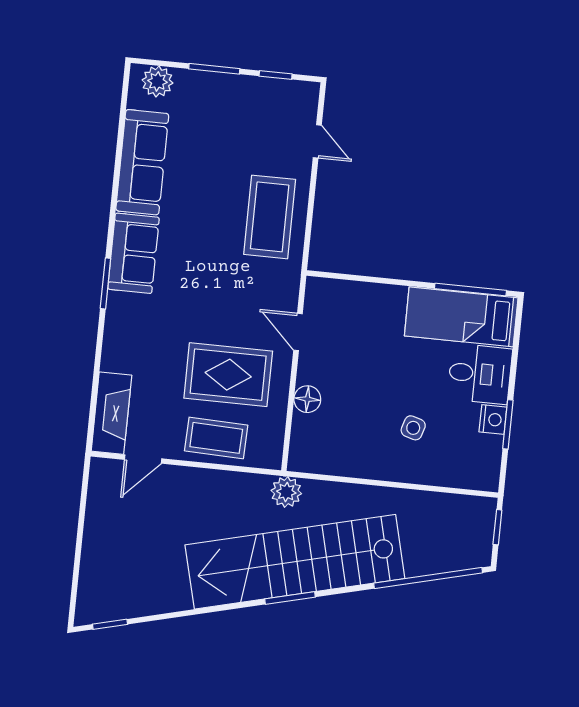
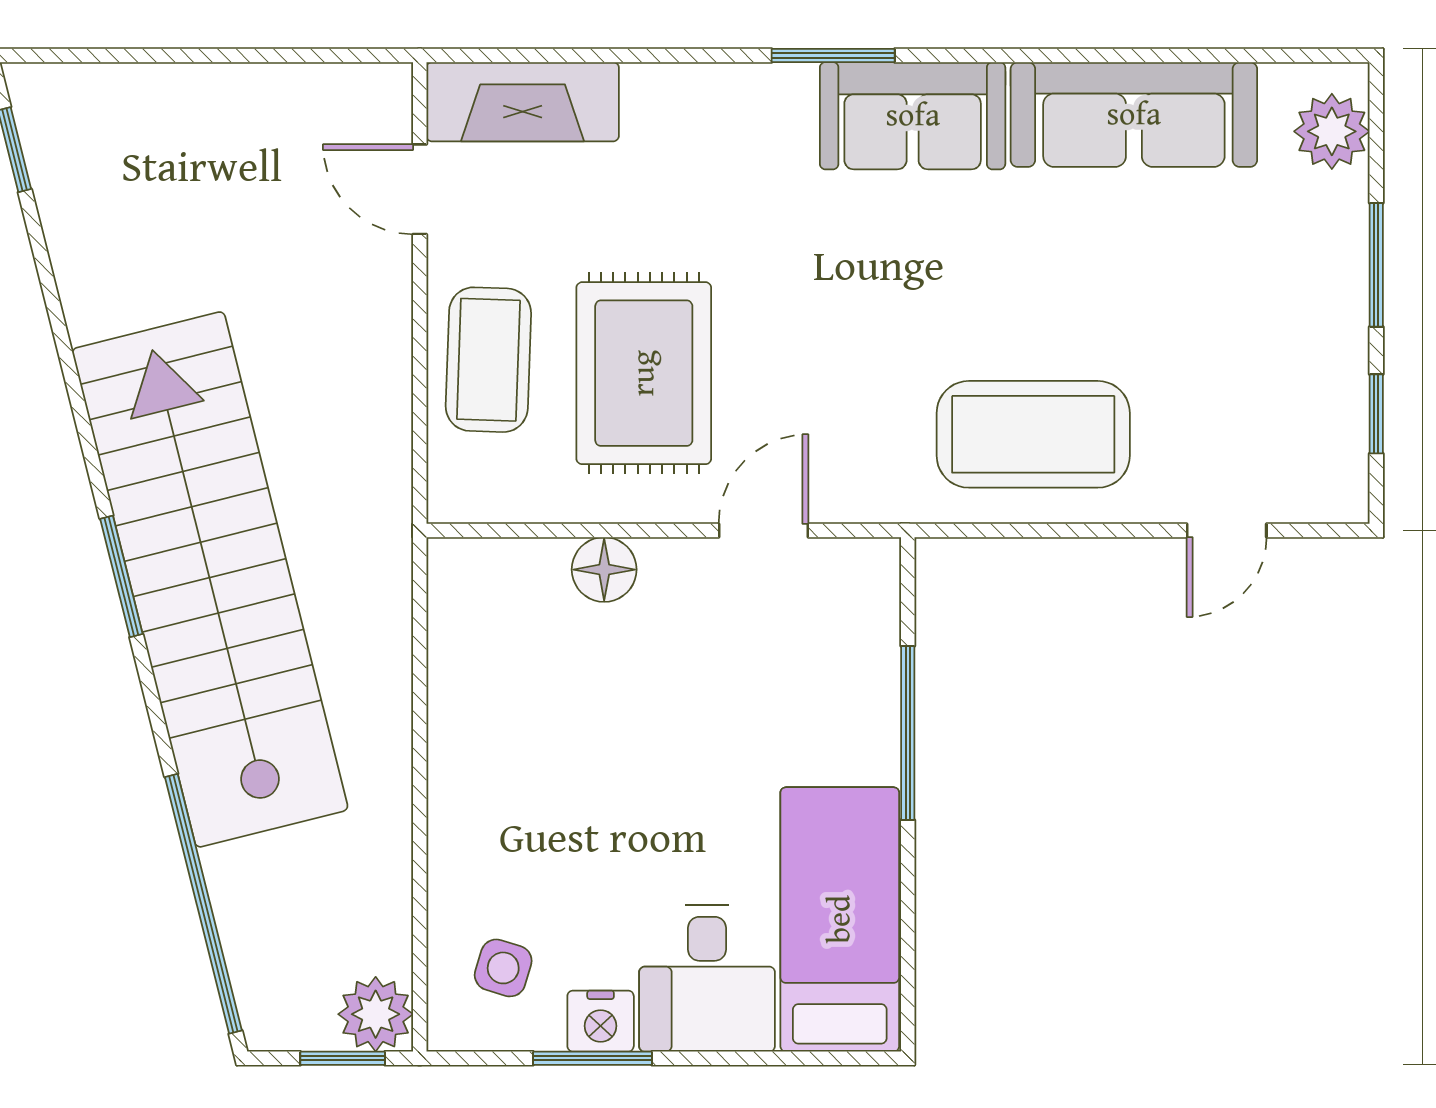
window: (470, 289) -> (908, 733), moved
side table: (413, 428) -> (503, 968), moved
plant: (286, 492) -> (376, 1014), moved

